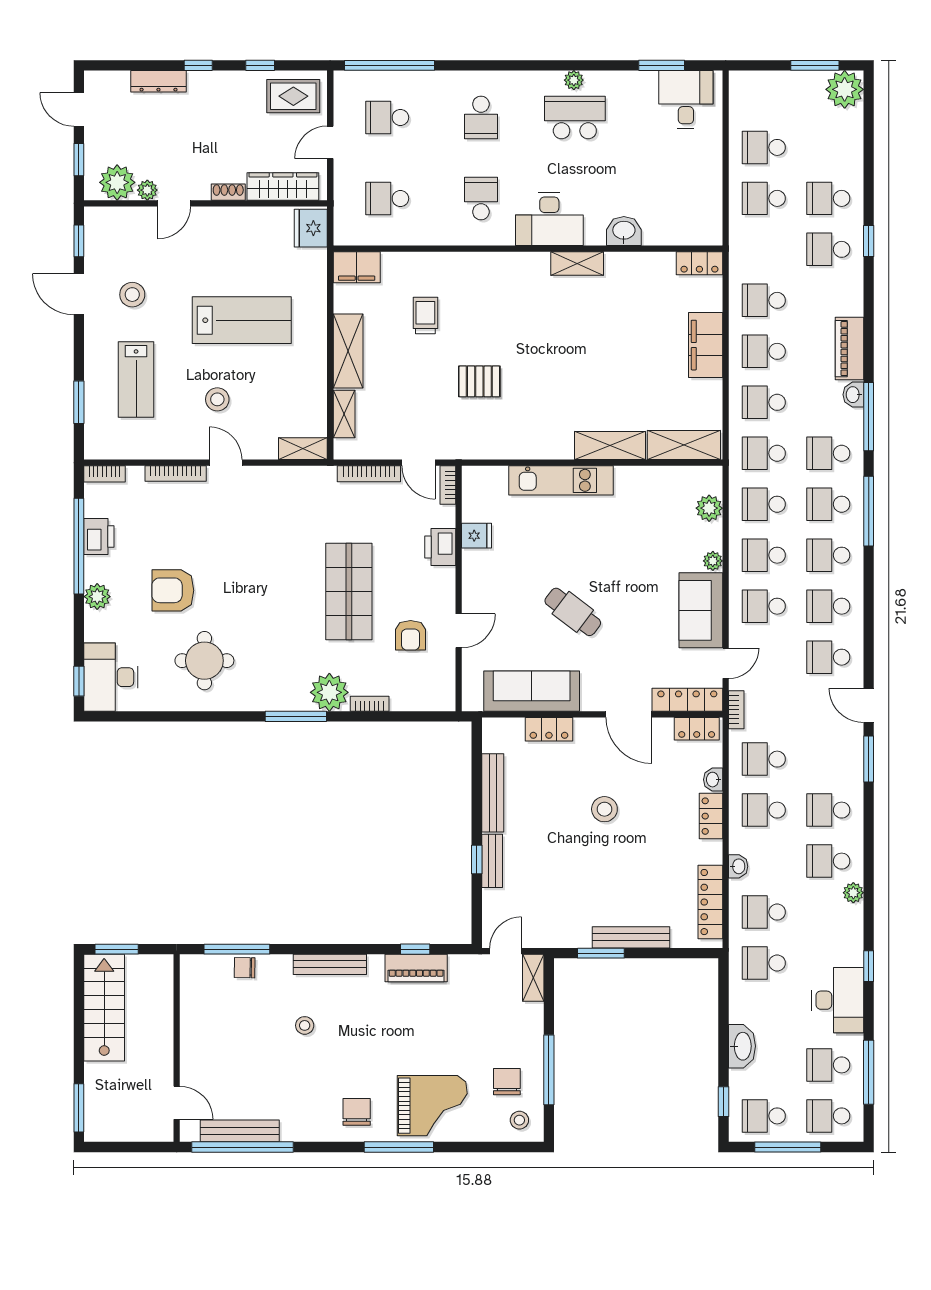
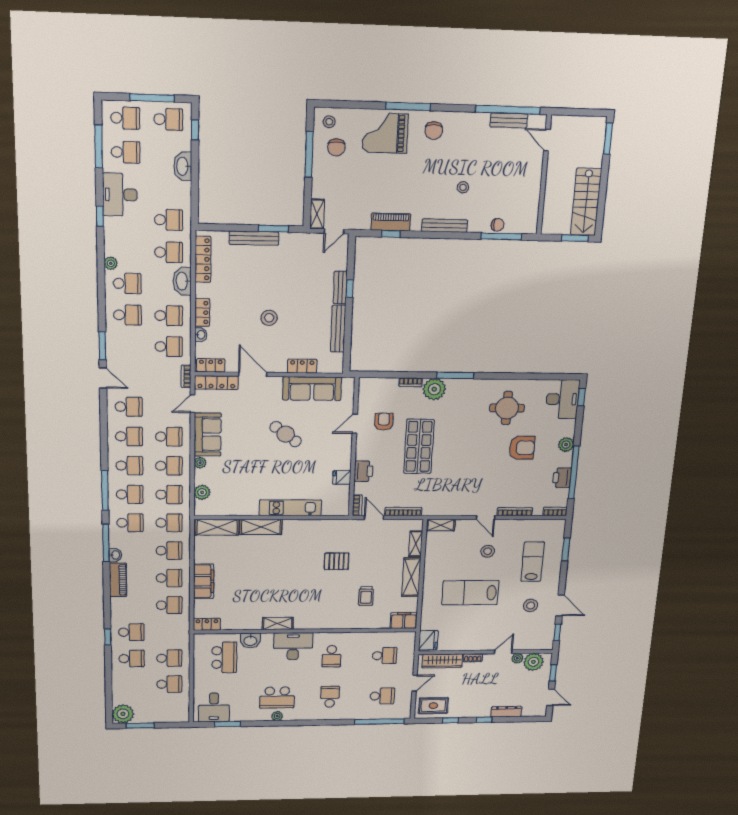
school desk: (669, 199) -> (224, 657), added
washbasin: (738, 866) -> (182, 281), width x1.91, depth x1.45
bench: (240, 1131) -> (509, 120), width x0.73

